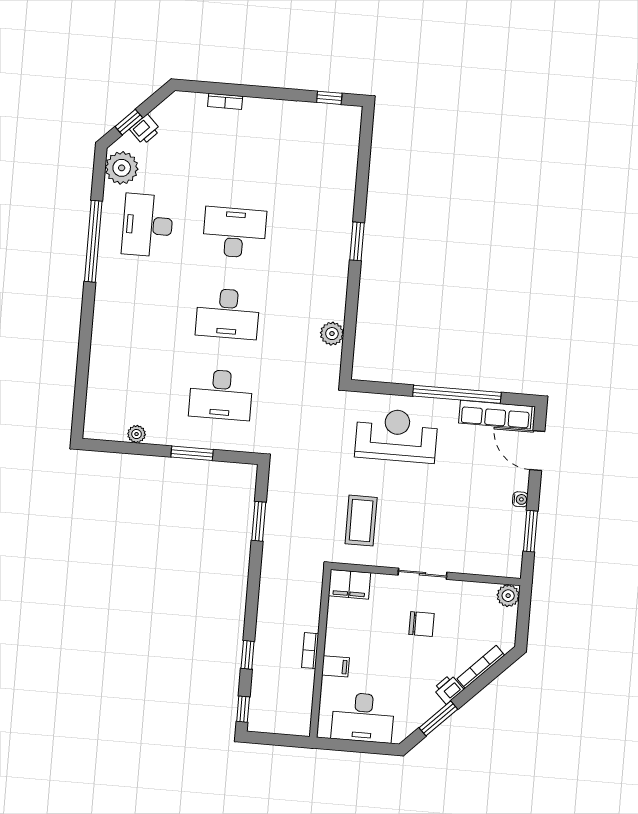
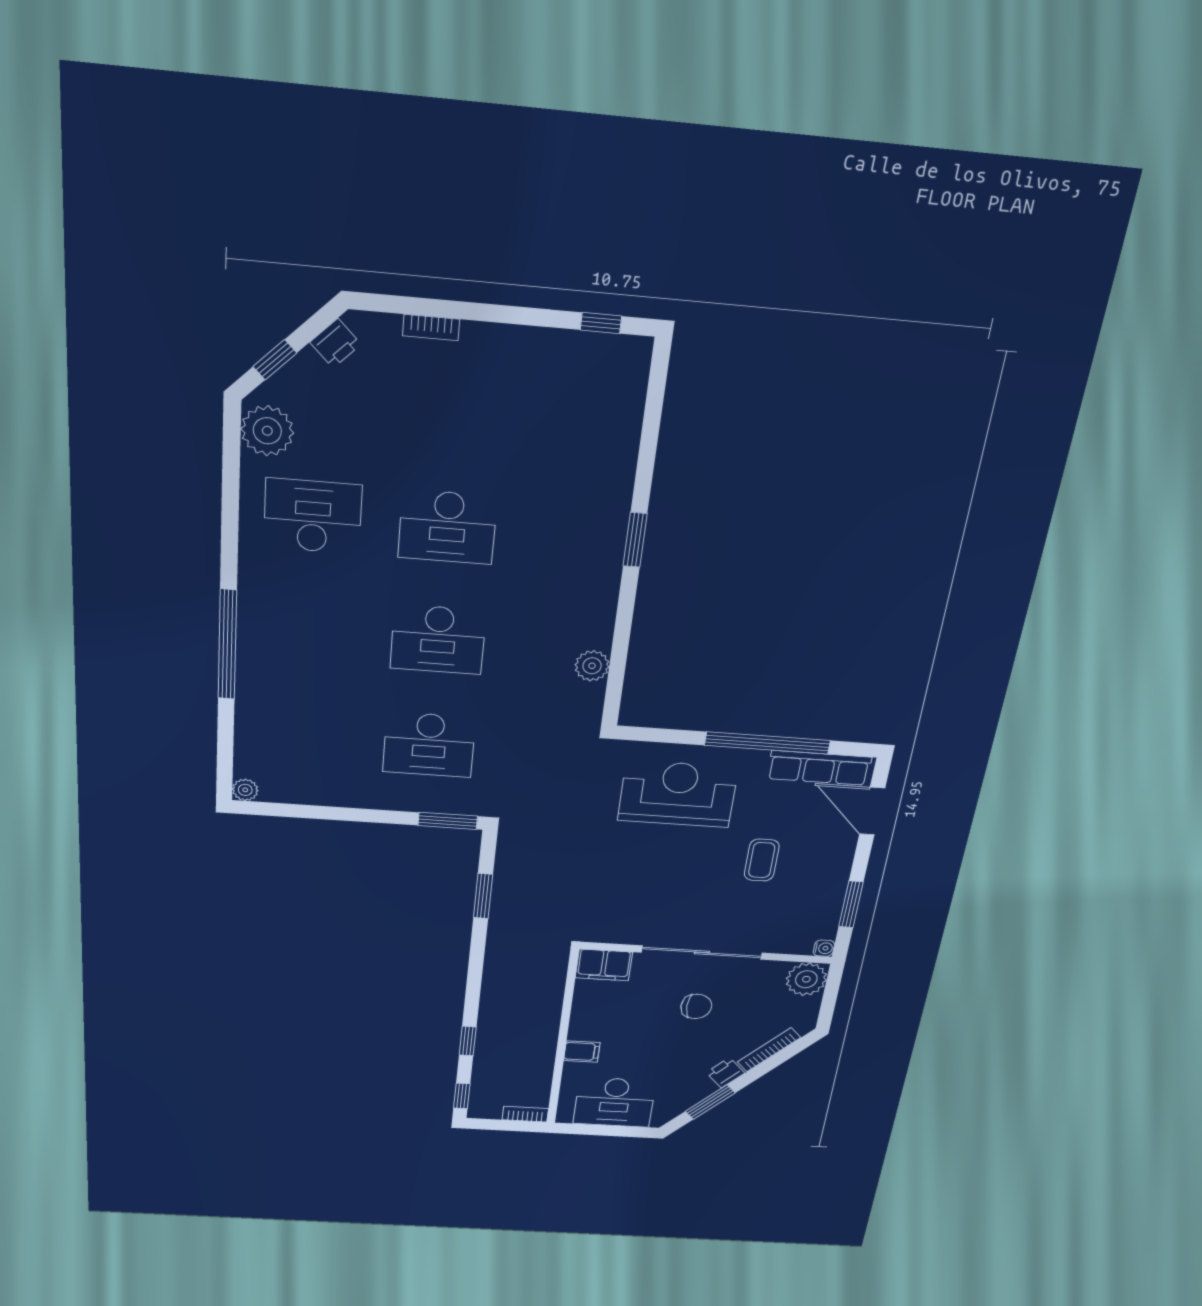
printer: (145, 130) -> (335, 343), moved
desk: (148, 225) -> (313, 516), turned 90
desk: (234, 233) -> (448, 527), turned 180
window: (93, 241) -> (227, 645), moved
plant: (137, 434) -> (245, 790), moved
window: (192, 453) -> (448, 821), moved
water cooler: (520, 499) -> (824, 948), moved
coffee table: (361, 521) -> (762, 860), moved, width x0.73, depth x0.77
sliding door: (423, 574) -> (702, 953), width x1.86
plant: (508, 596) -> (806, 979), width x1.36, depth x1.36
bookcase: (310, 651) -> (525, 1114), moved, turned 90

